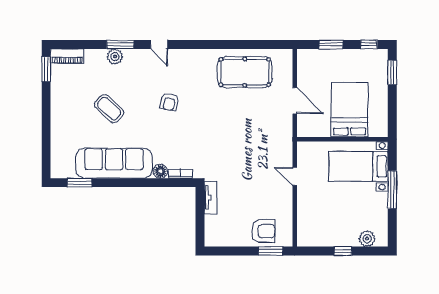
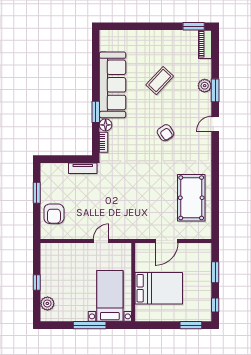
armchair: (169, 102) -> (166, 133), turned -136
window: (80, 183) -> (96, 112), moved
window: (271, 251) -> (37, 193), moved

